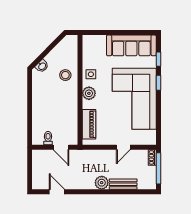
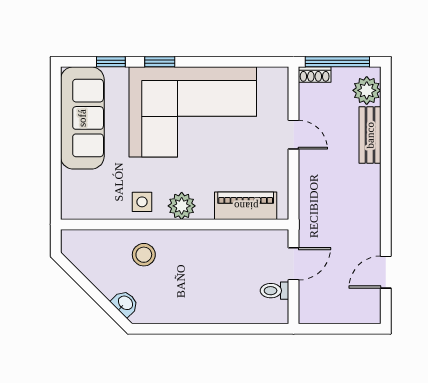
plant: (102, 183) -> (367, 90), moved

